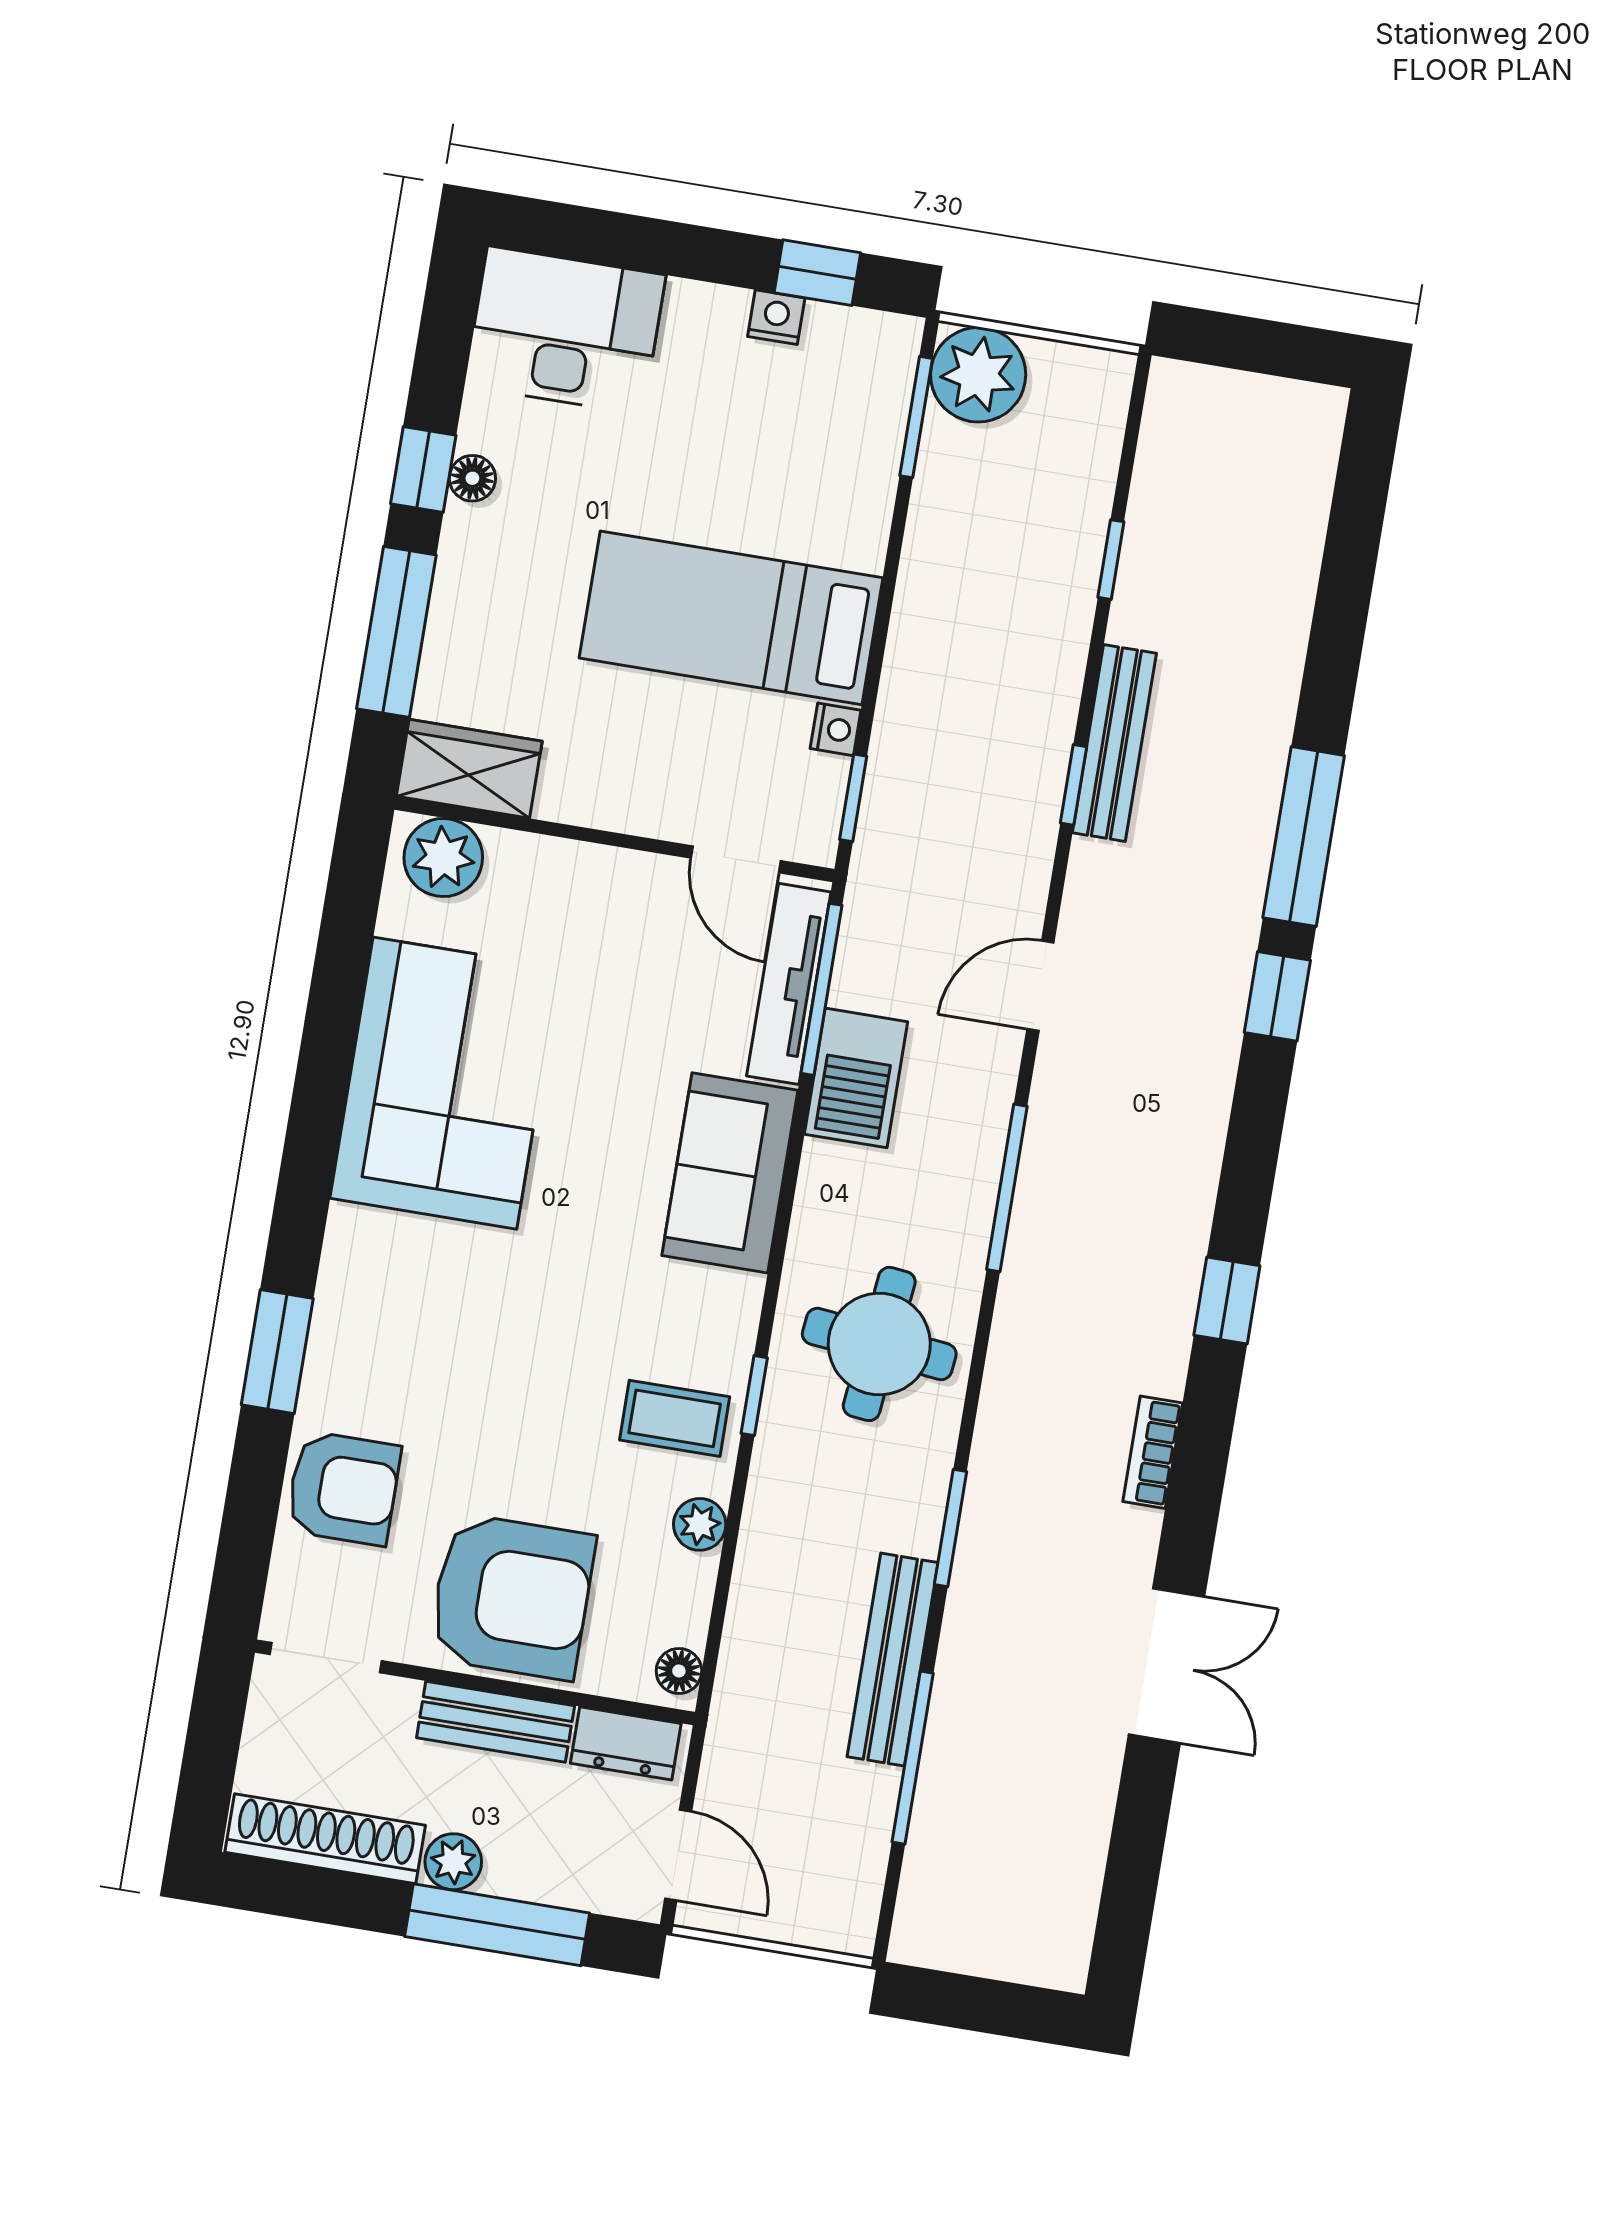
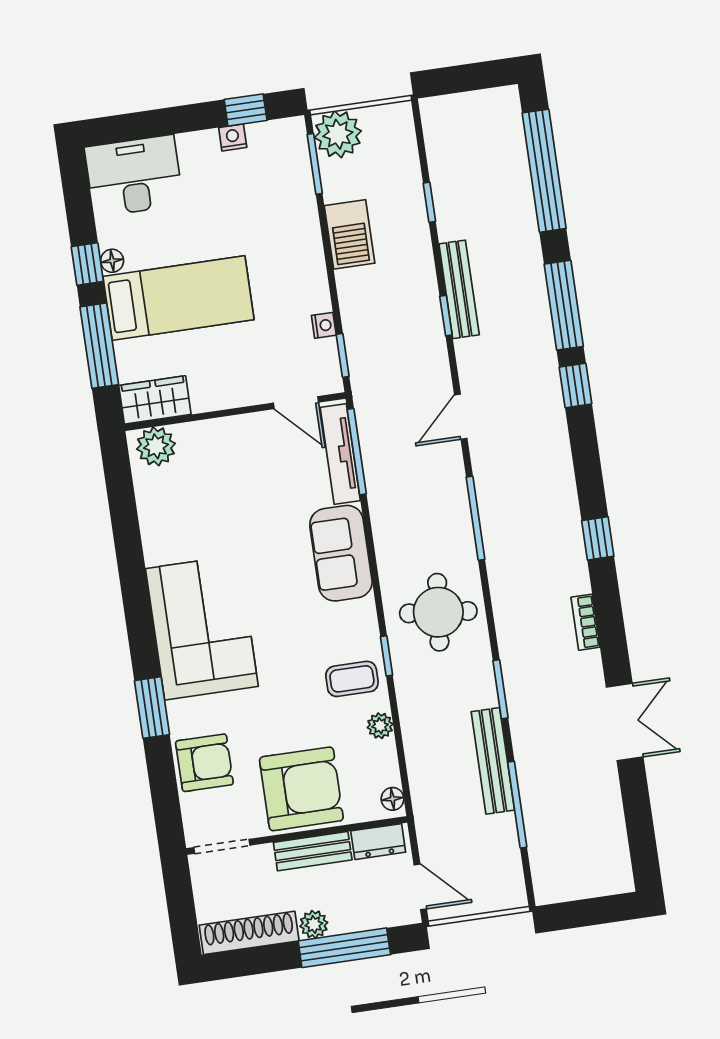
window: (1348, 569) -> (544, 171), added
bed: (731, 618) -> (178, 298), moved, turned 180
barbecue: (856, 1078) -> (350, 234), moved
corner sofa: (445, 1083) -> (202, 627), moved

